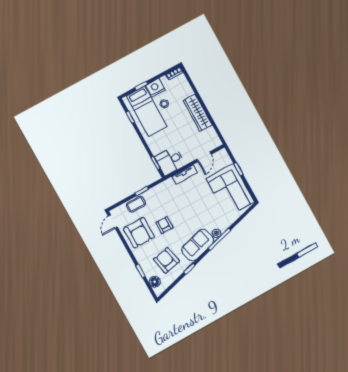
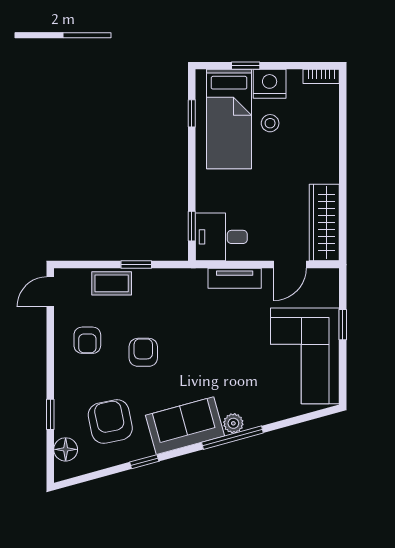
wardrobe: (198, 113) -> (324, 223), moved
armchair: (139, 233) -> (87, 340), width x0.53, depth x0.53

